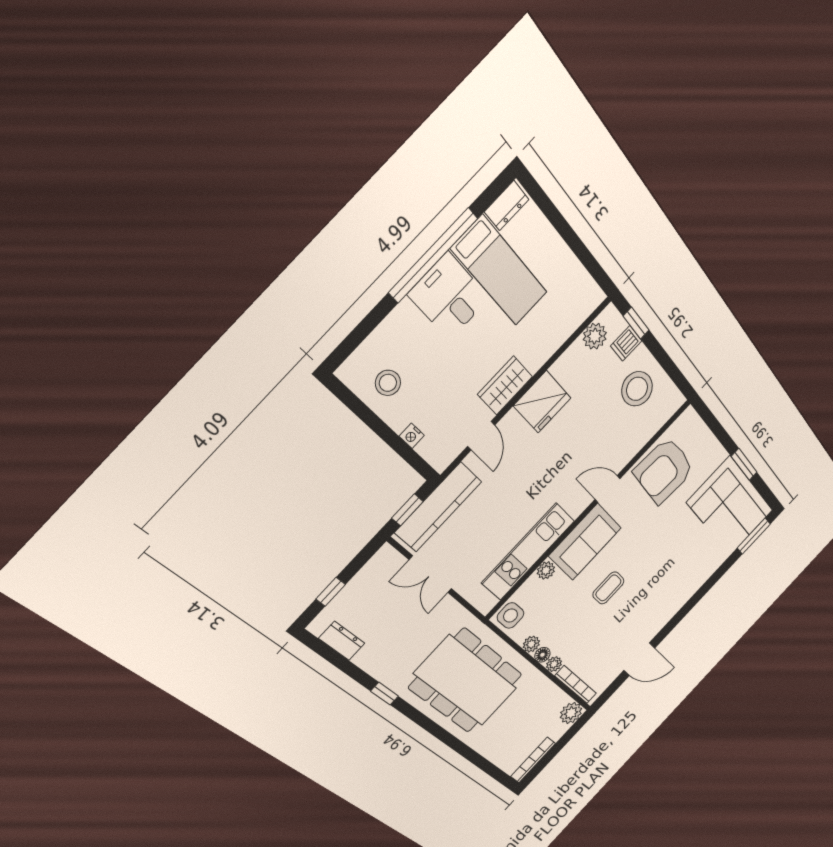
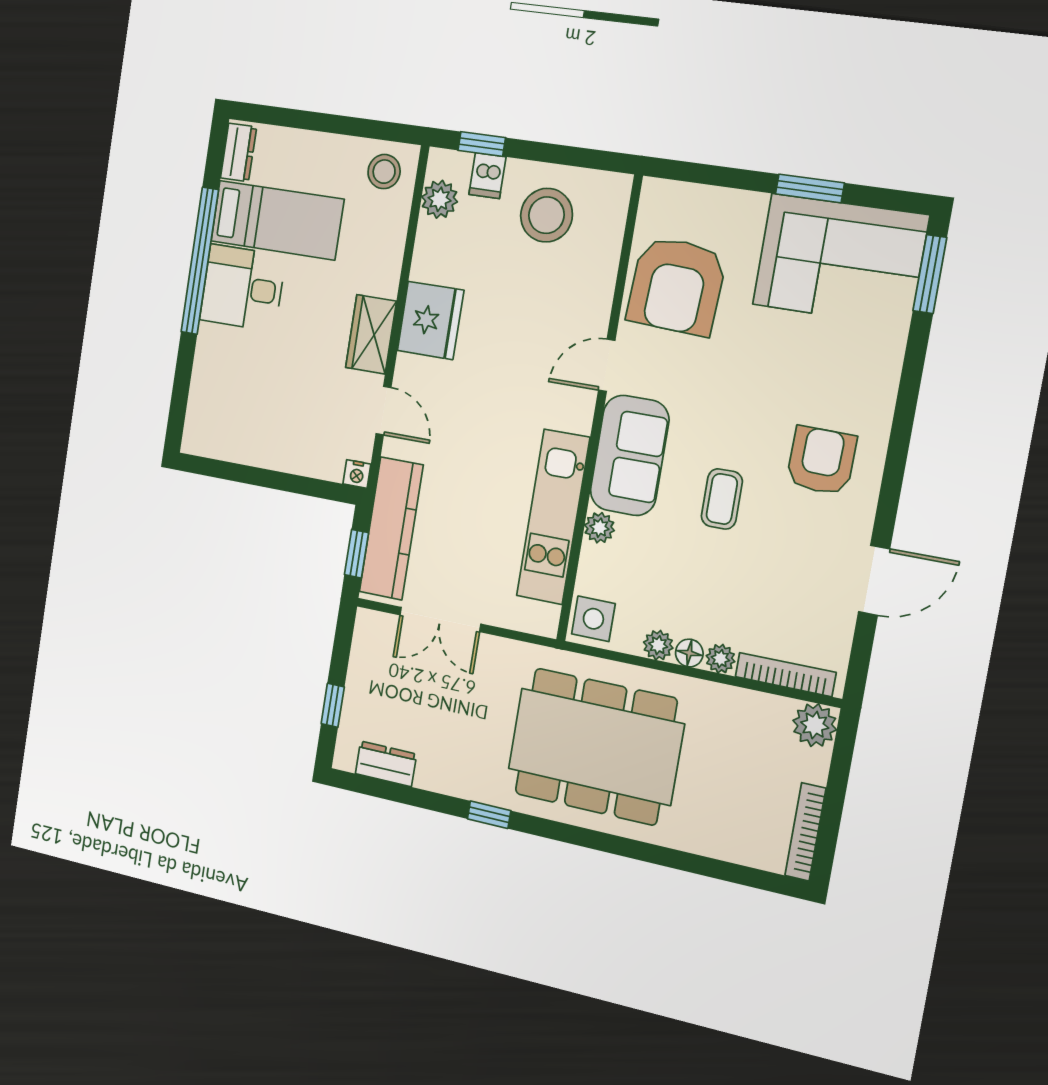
stool: (388, 383) -> (384, 172), moved
nightstand: (412, 436) -> (357, 474), moved
armchair: (659, 594) -> (821, 461), added

